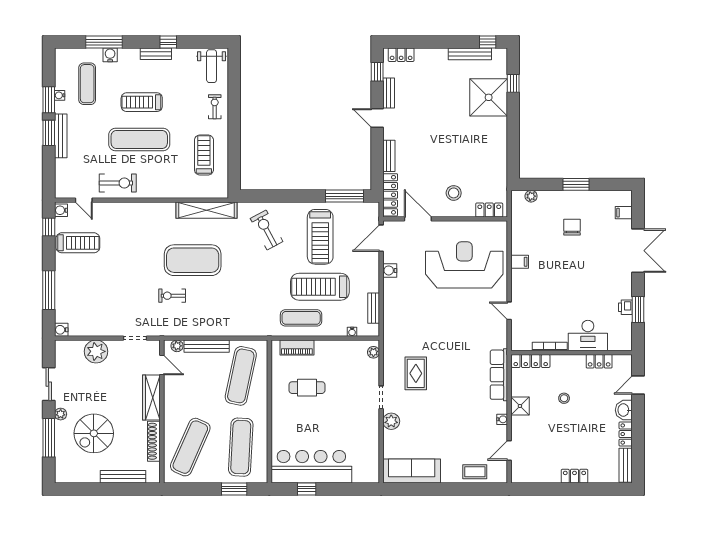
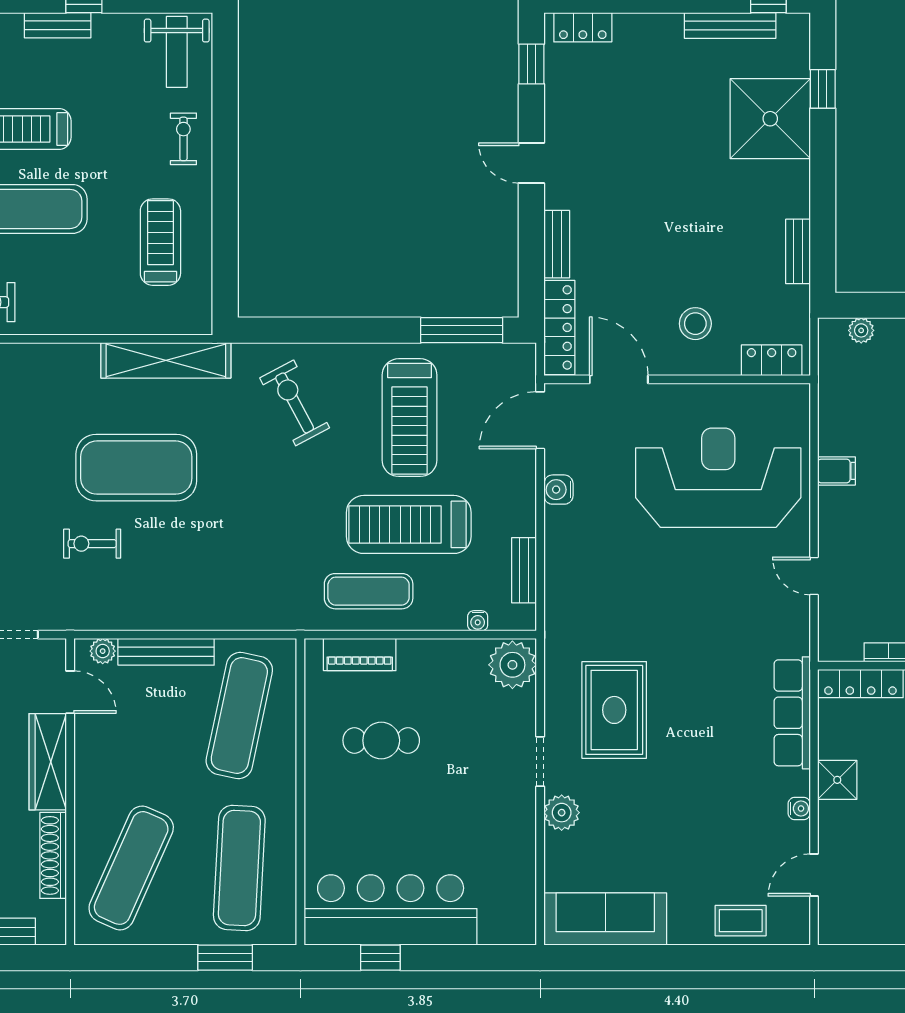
bench: (389, 93) -> (798, 251), moved
plant: (373, 352) -> (512, 665), width x1.88, depth x1.88
rug: (416, 373) -> (614, 710), width x1.36, depth x1.43

